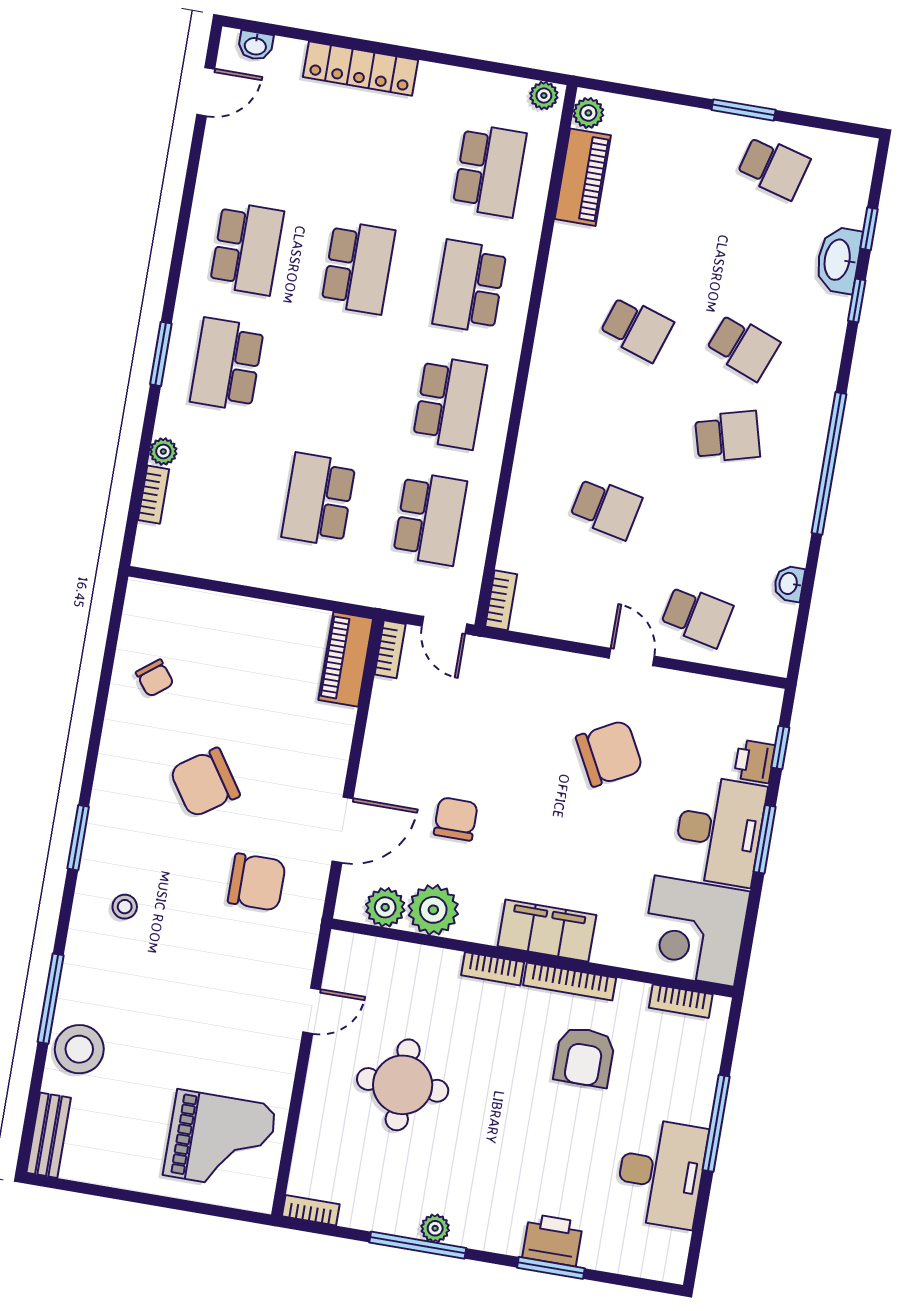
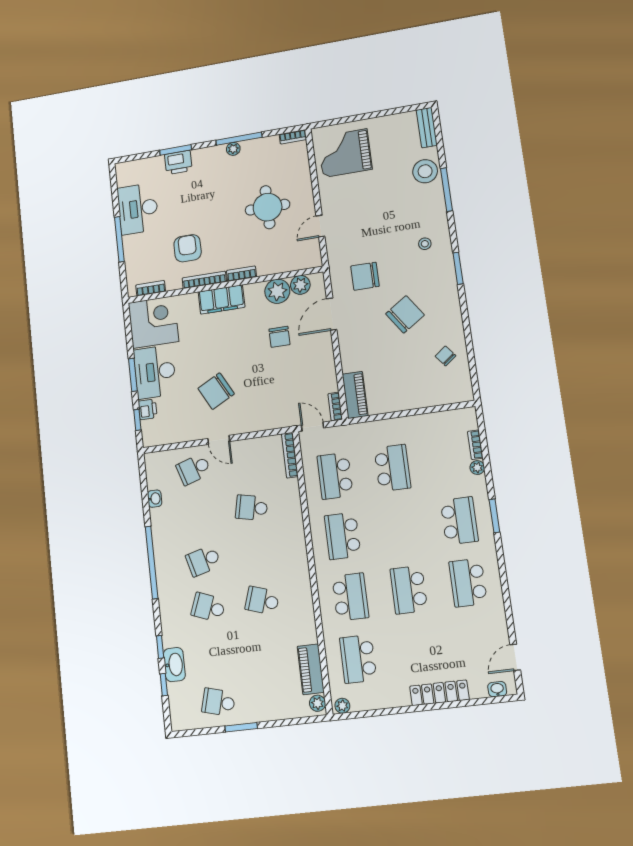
bookcase: (501, 600) -> (290, 455), width x1.56
school desk: (697, 616) -> (194, 469), turned -30

